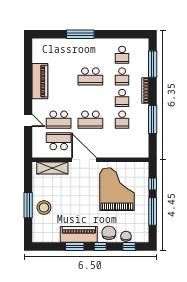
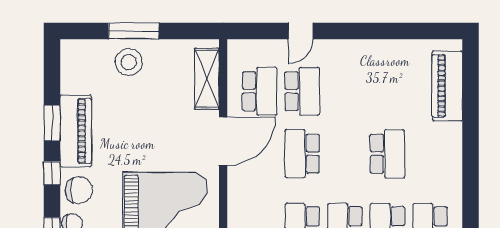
window: (80, 34) -> (471, 134), removed
school desk: (90, 76) -> (387, 154), turned 180
piano: (40, 81) -> (447, 86), moved, turned 90
school desk: (59, 120) -> (302, 91), turned 180

